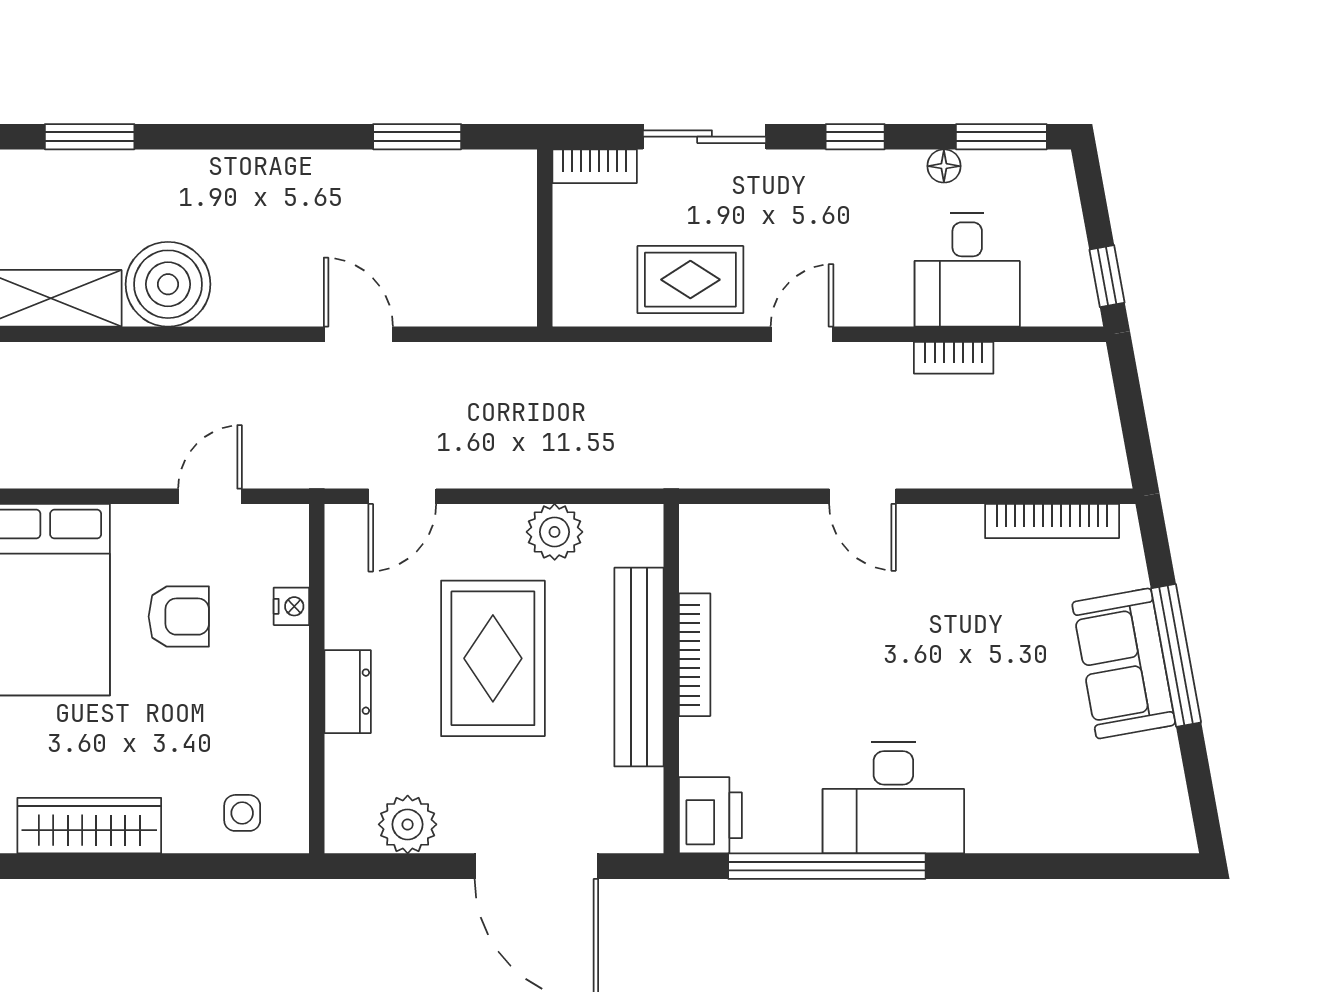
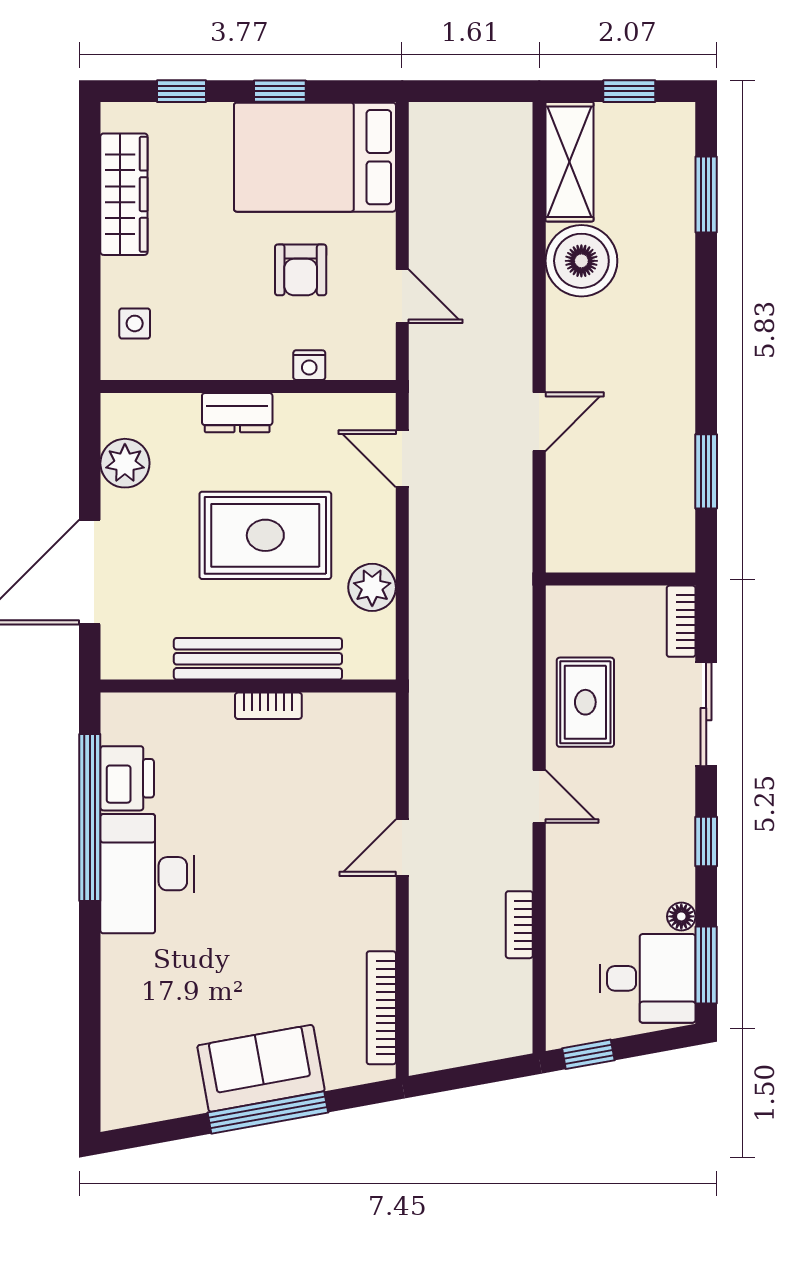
desk: (967, 270) -> (647, 978), moved, turned 180
bookcase: (695, 655) -> (268, 706), width x0.64
printer: (710, 815) -> (127, 778), moved, turned -90

